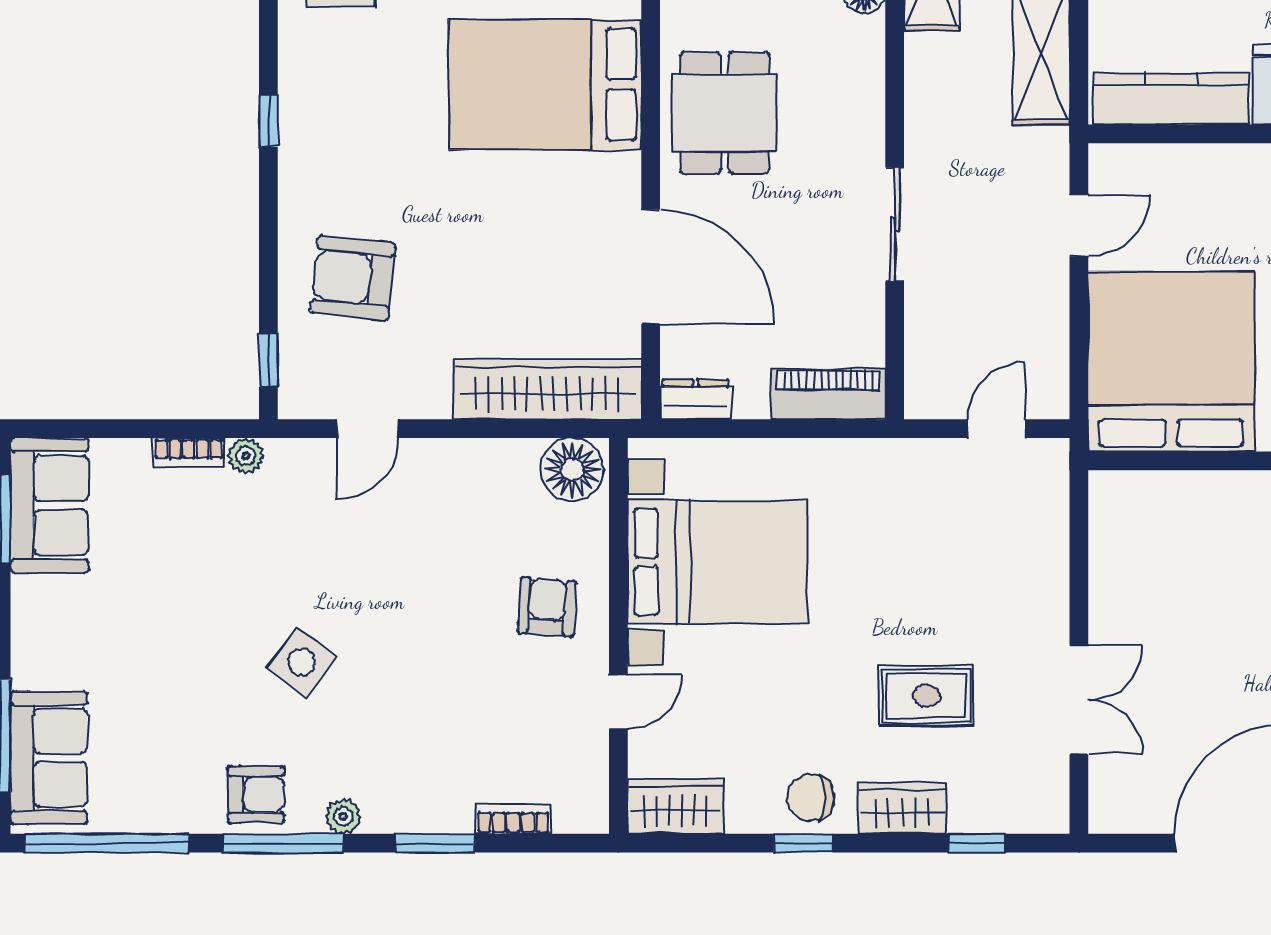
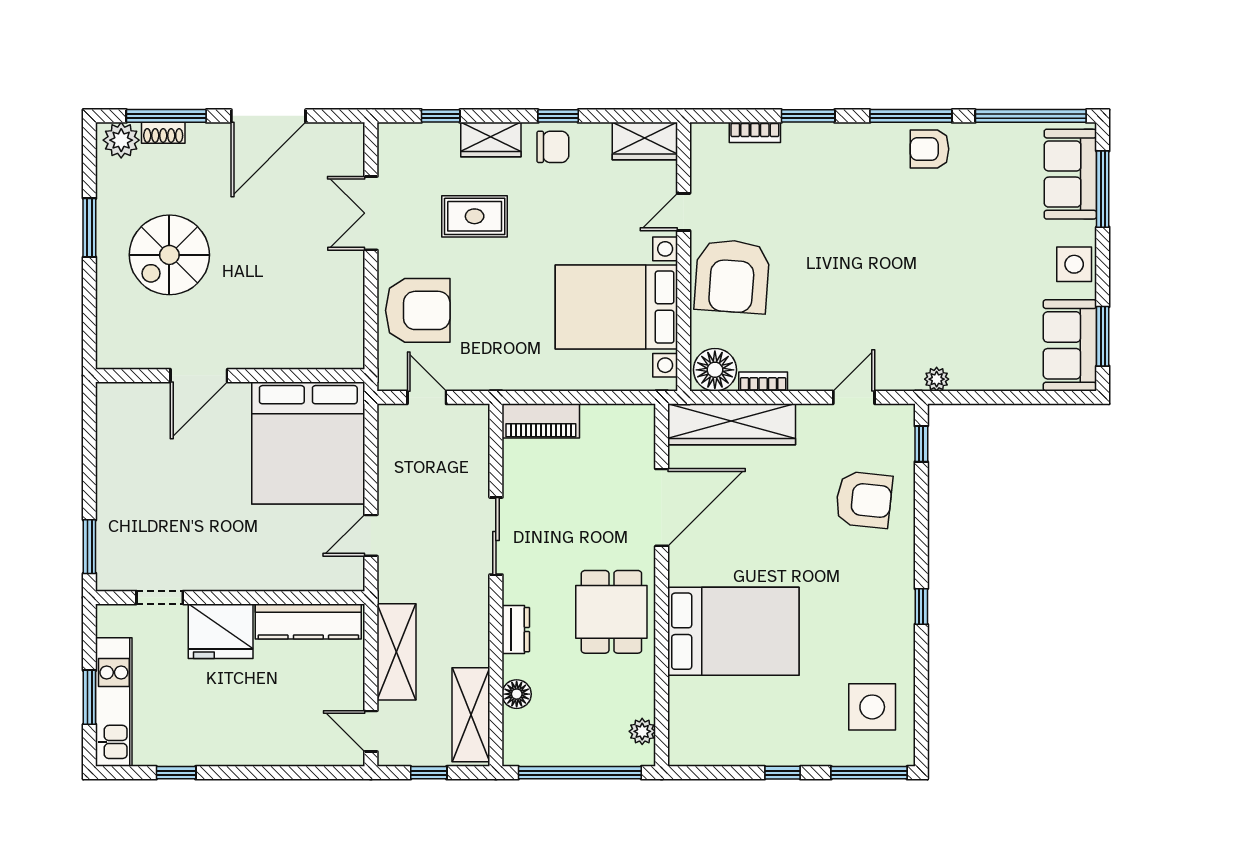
door: (651, 267) -> (662, 507), swing flipped
dresser: (695, 399) -> (516, 630), moved, turned -90
door: (997, 429) -> (427, 397), swing flipped
bookcase: (189, 452) -> (763, 381), moved
armchair: (1010, 557) -> (418, 310), added
armchair: (547, 607) -> (732, 276), width x1.88, depth x1.88
side table: (302, 662) -> (1074, 264), moved, turned -37
plant: (343, 816) -> (870, 134), removed

